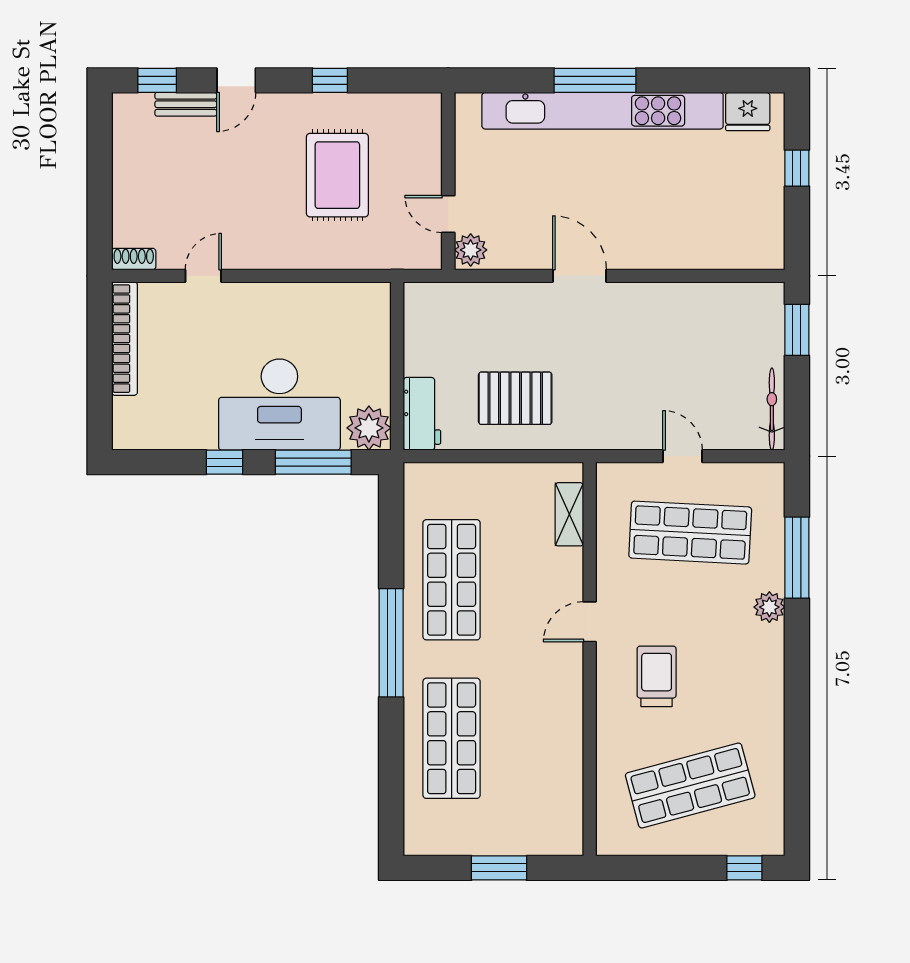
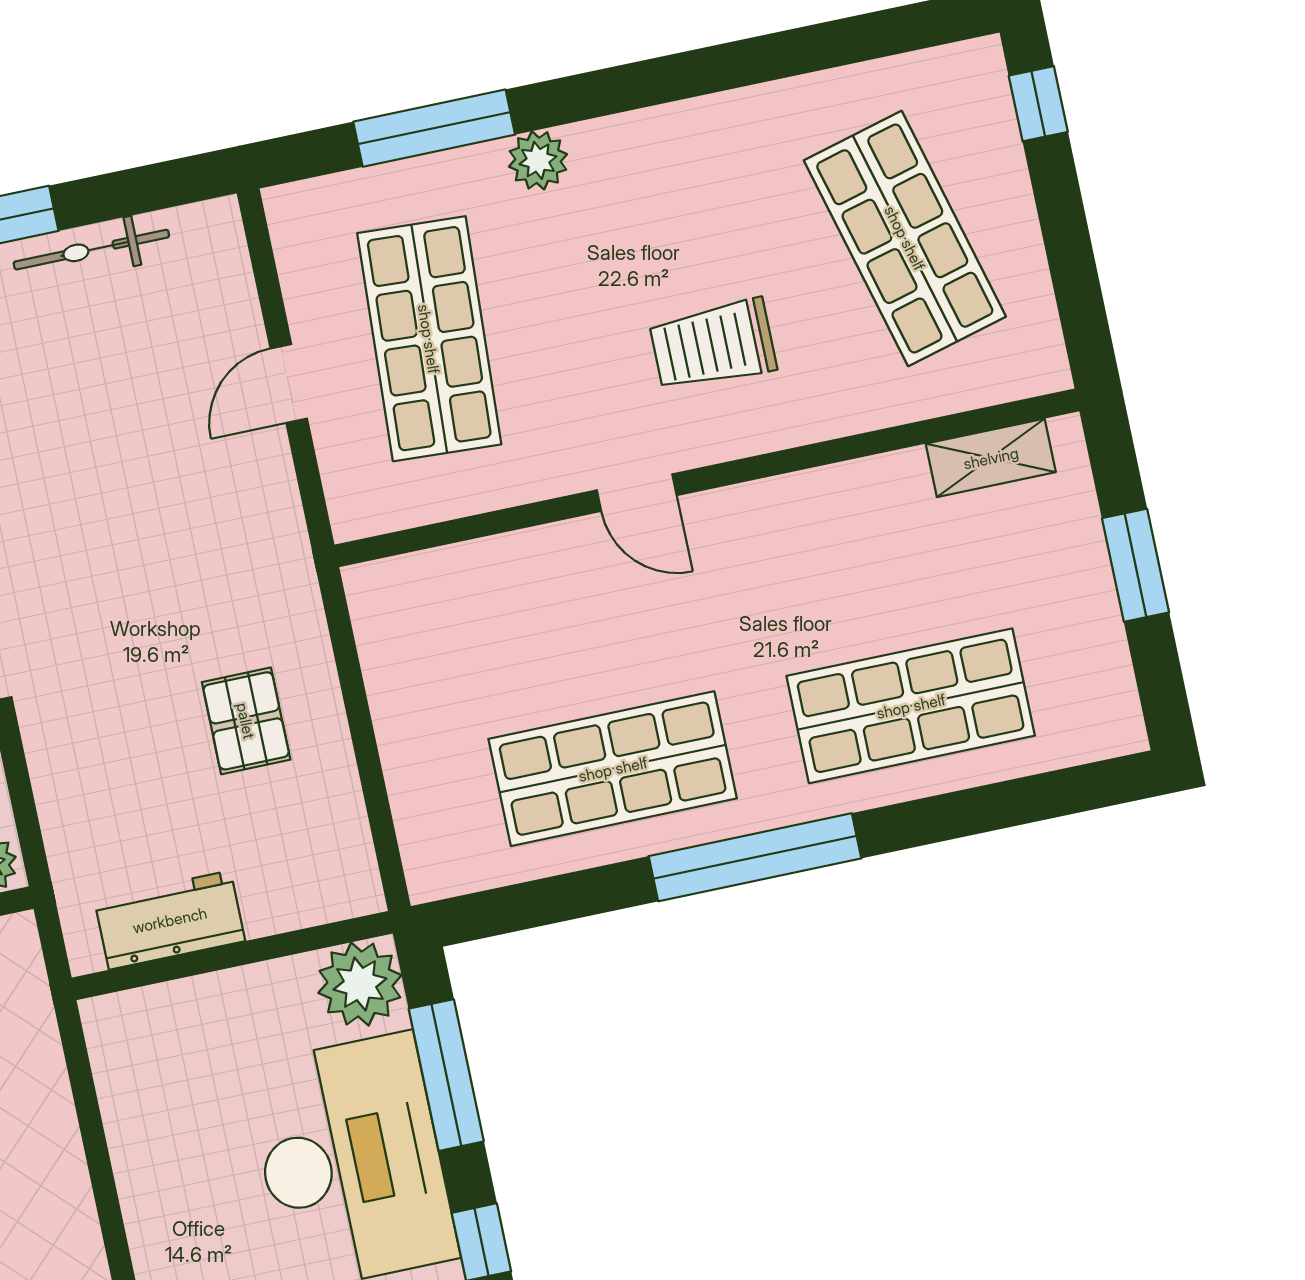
pallet: (515, 398) -> (246, 721), width x0.67, depth x0.71
bicycle: (772, 409) -> (91, 250), moved
workbench: (422, 414) -> (170, 920), moved
shelving: (569, 514) -> (991, 458), moved

